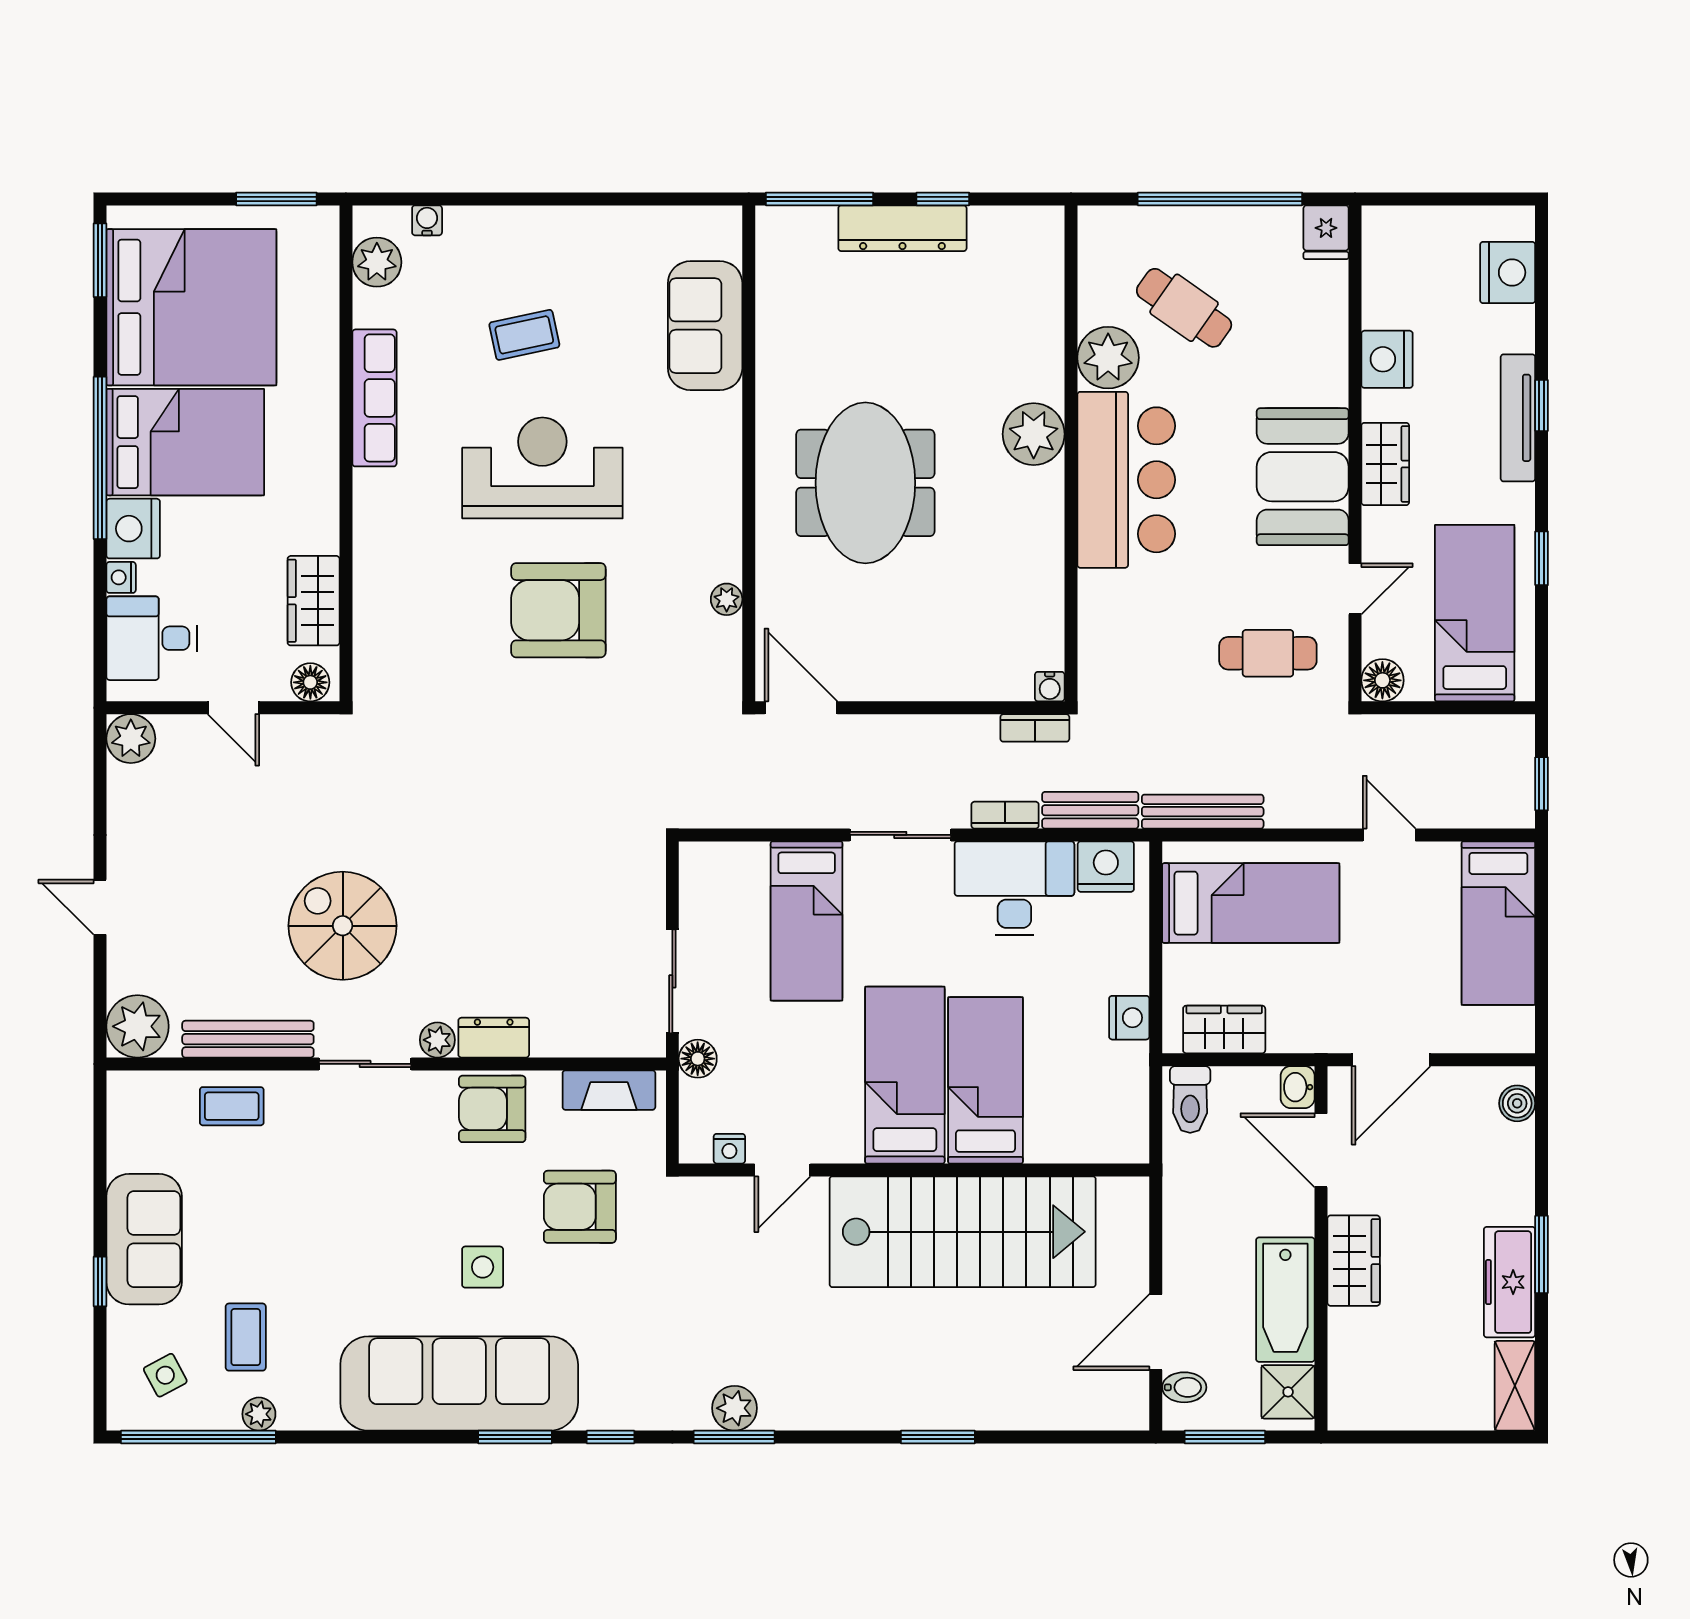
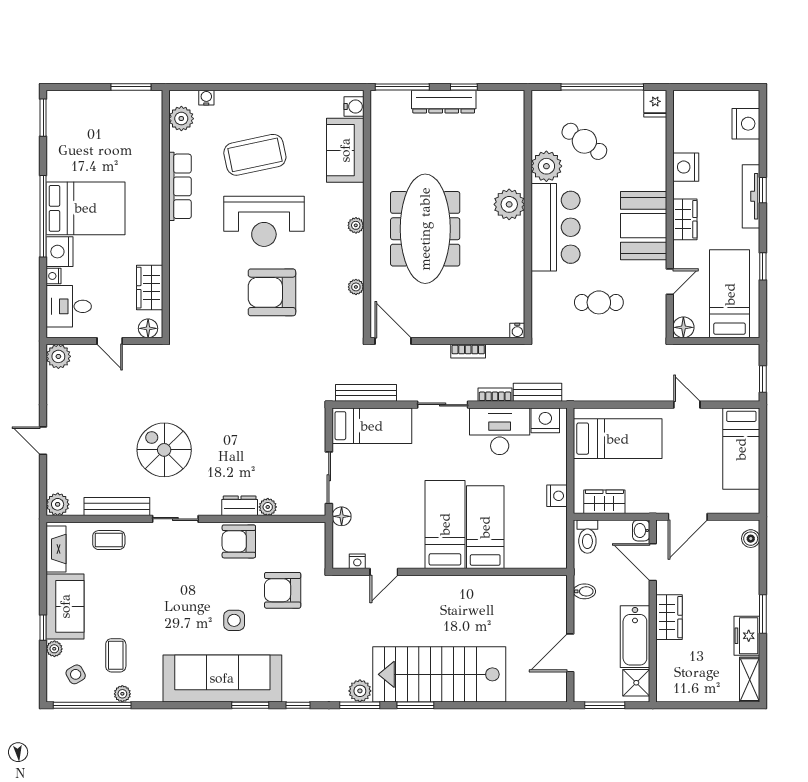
water cooler: (723, 238) -> (354, 107), added
bed: (191, 307) -> (89, 141), removed
coffee table: (524, 335) -> (255, 155), width x1.86, depth x1.72
reception desk: (542, 468) -> (264, 221), turned 180
plant: (726, 476) -> (356, 225), added
meeting table: (865, 483) -> (425, 229), width x1.36
cafe table: (1268, 653) -> (599, 302), moved
bookcase: (1035, 728) -> (468, 351), moved
bench: (1203, 812) -> (366, 393), moved
bed: (807, 921) -> (372, 426), moved, turned -90
plant: (138, 1026) -> (58, 504), width x0.73, depth x0.73
plant: (437, 1040) -> (268, 507), moved
fireplace: (609, 1090) -> (56, 549), moved, turned -90
stairs: (963, 1232) -> (439, 674), moved, turned 180
freezer: (1509, 1282) -> (747, 636), width x0.71
plant: (123, 1324) -> (54, 649), added
bidet: (1184, 1387) -> (584, 591), moved
window: (938, 1437) -> (415, 705), moved

